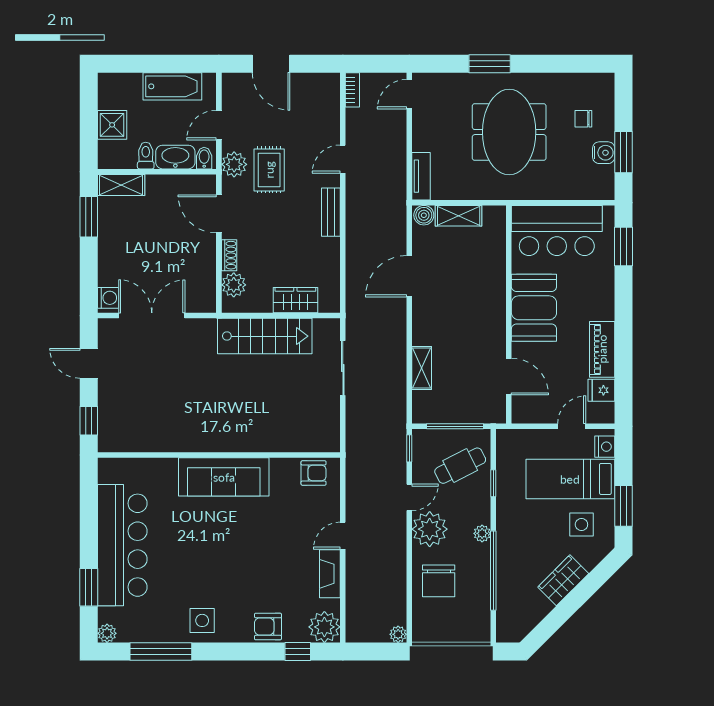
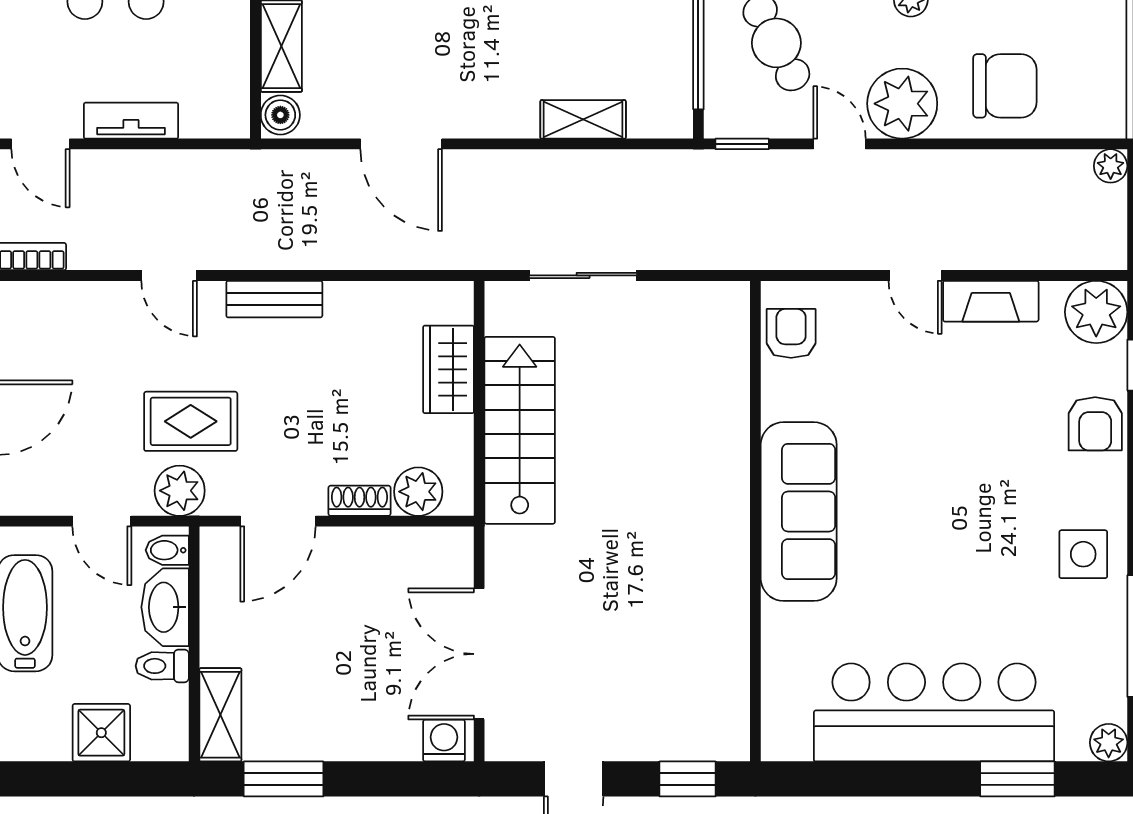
tv unit: (421, 176) -> (131, 121), moved

